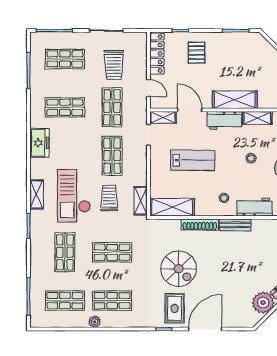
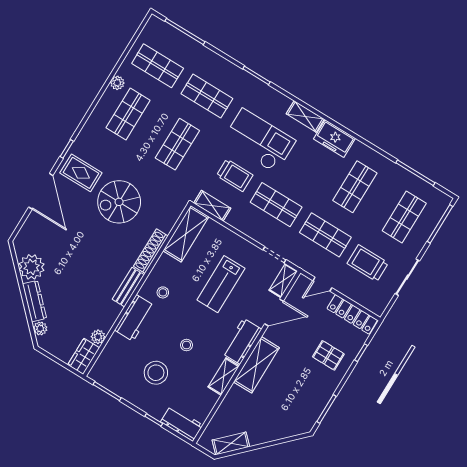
shelving: (37, 194) -> (305, 116), moved
shop shelf: (65, 301) -> (158, 66), turned 90

